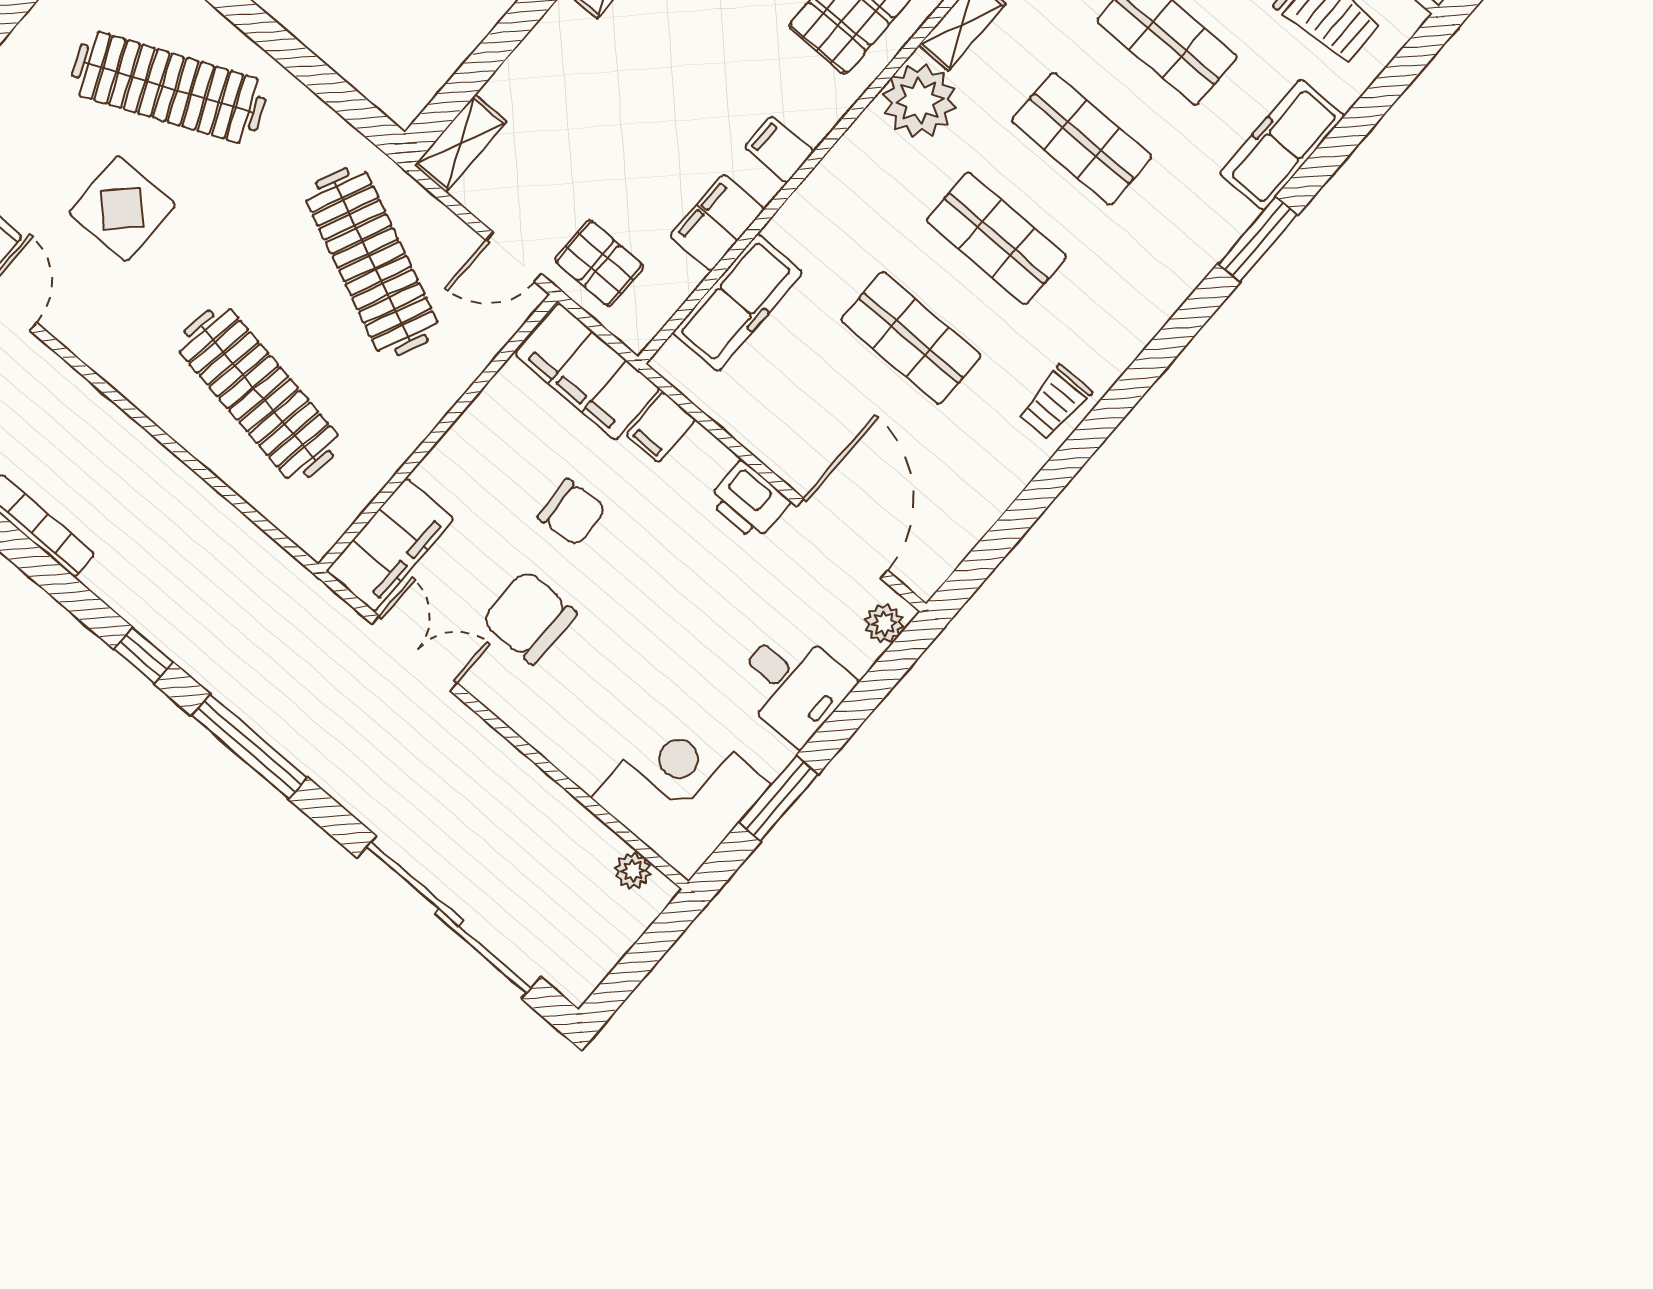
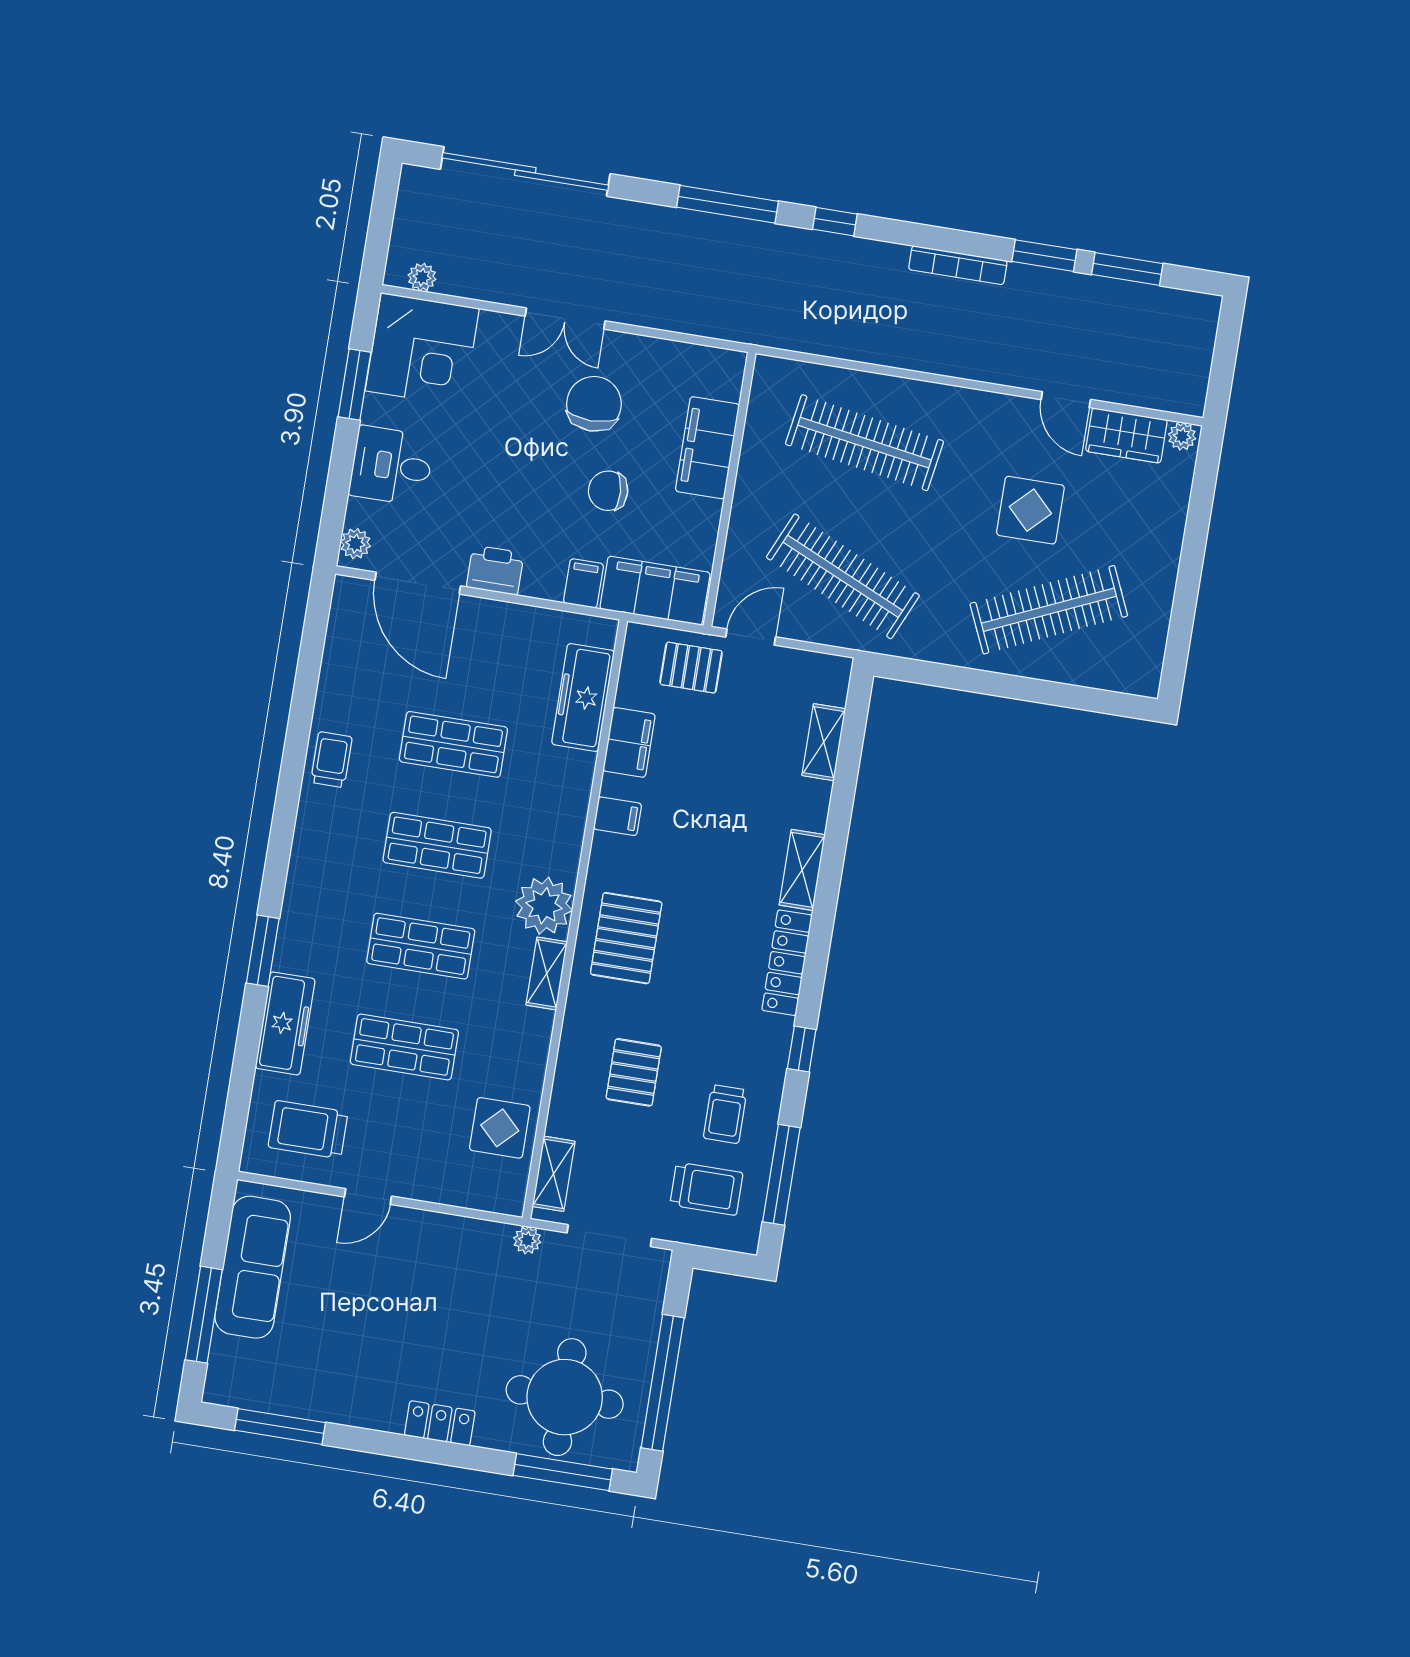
shelving: (460, 143) -> (824, 742), moved
filing cabinet: (390, 545) -> (707, 448), moved
chair: (529, 617) -> (594, 404), turned -90
double door: (415, 653) -> (565, 319), moved

